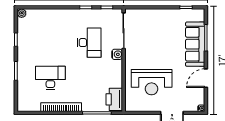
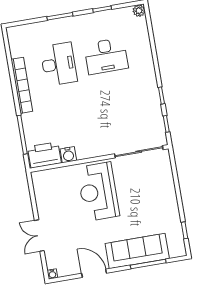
desk: (89, 43) -> (106, 56), moved
water cooler: (117, 54) -> (68, 155), moved
reception desk: (152, 82) -> (98, 192), moved

